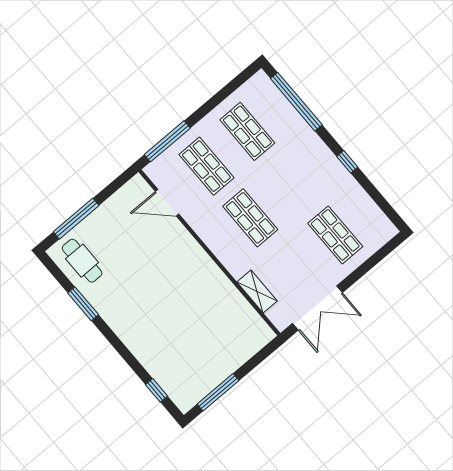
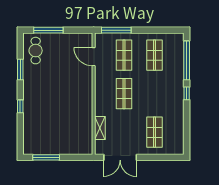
window: (347, 162) -> (187, 93), moved
window: (157, 390) -> (20, 106), moved

